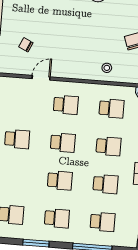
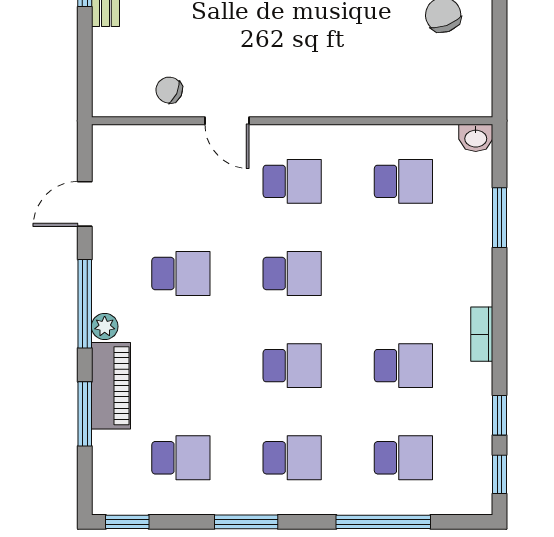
chair: (26, 45) -> (169, 90), moved
stool: (107, 68) -> (384, 84), removed
door: (41, 78) -> (227, 121), swing flipped
school desk: (108, 146) -> (403, 274), removed

